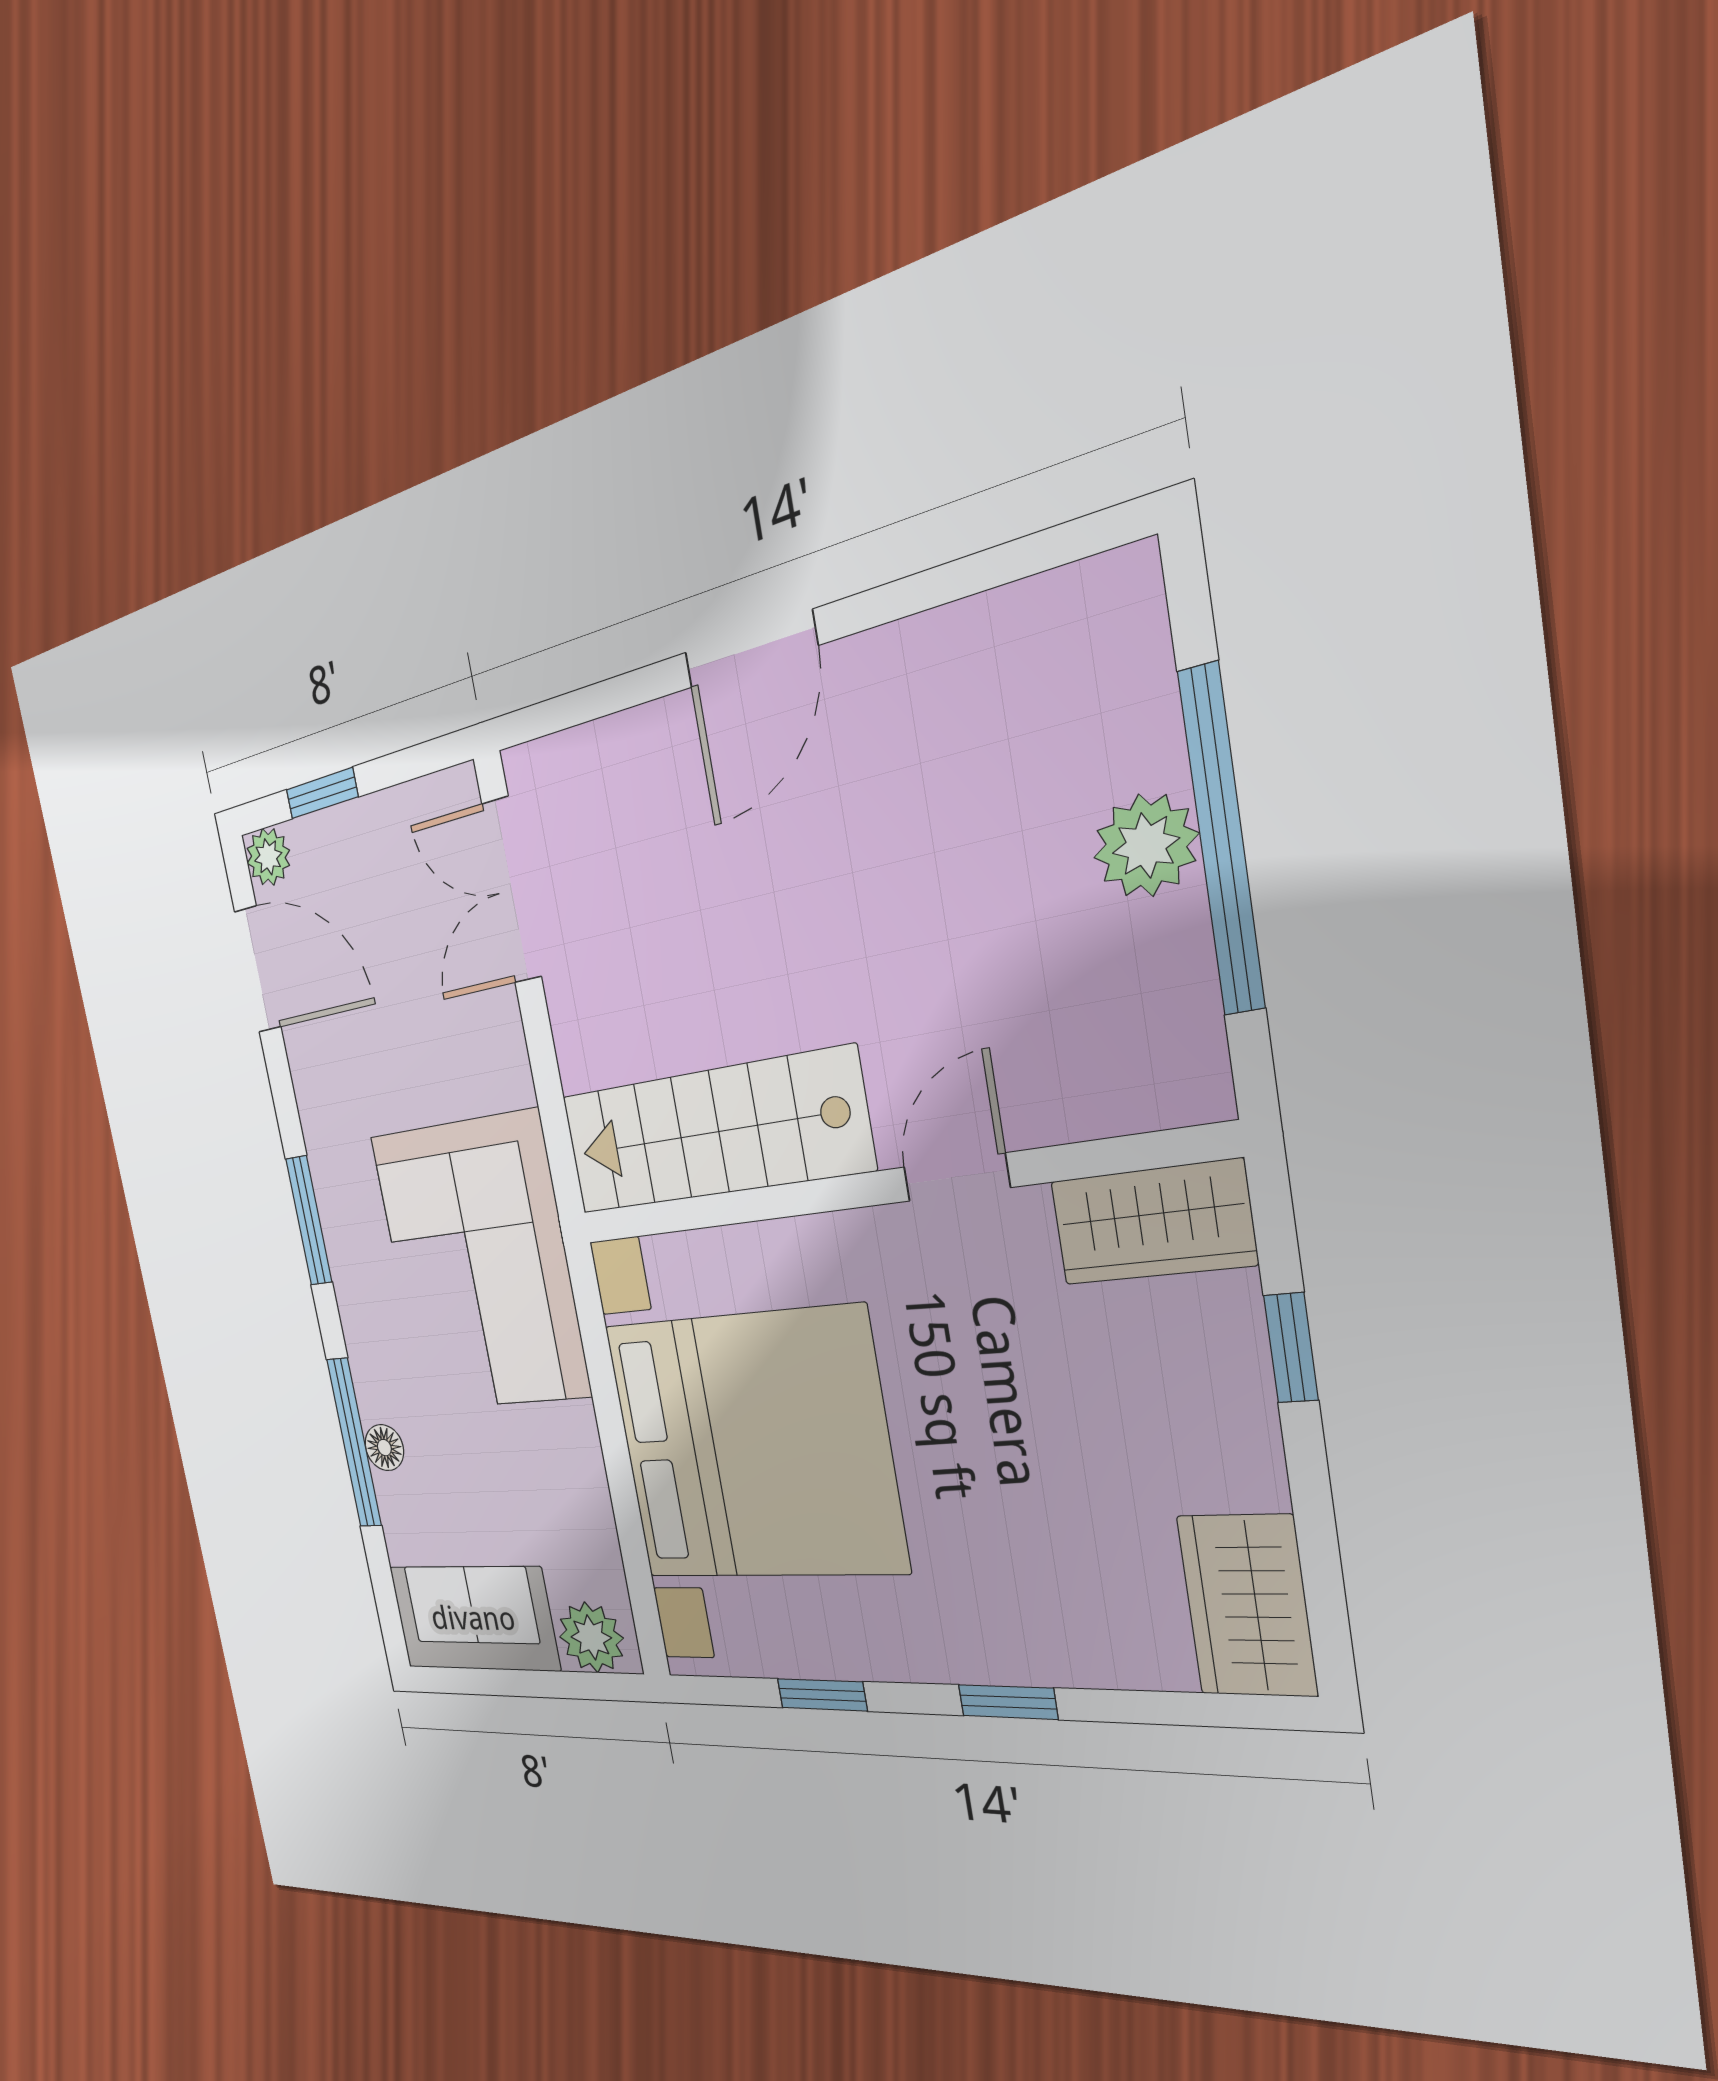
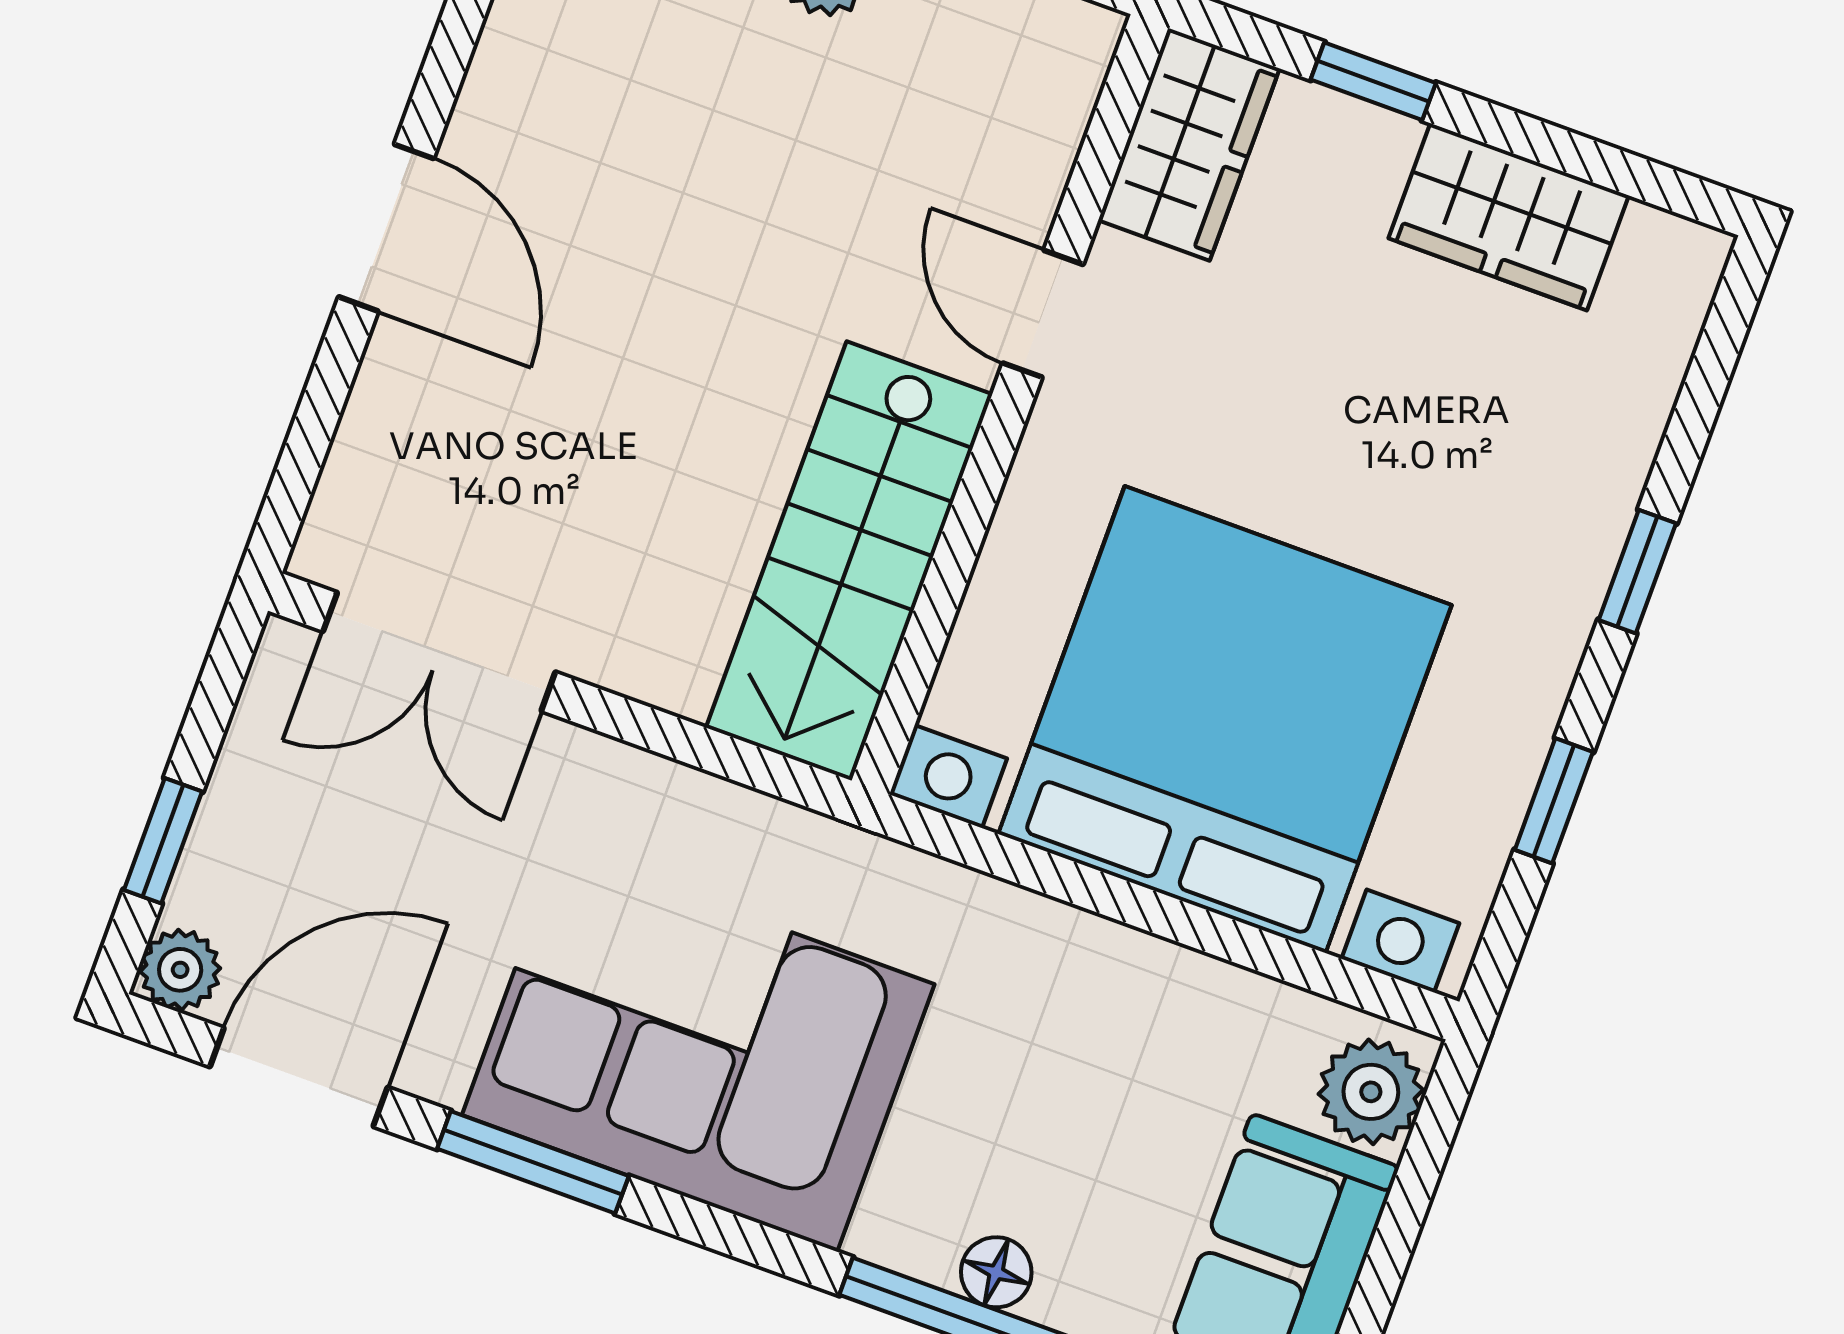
window: (309, 1221) -> (533, 1162), moved
corner sofa: (479, 1264) -> (698, 1050), moved, turned 180
wardrobe: (1247, 1606) -> (1509, 217), moved

